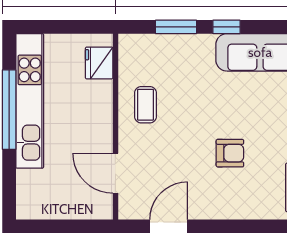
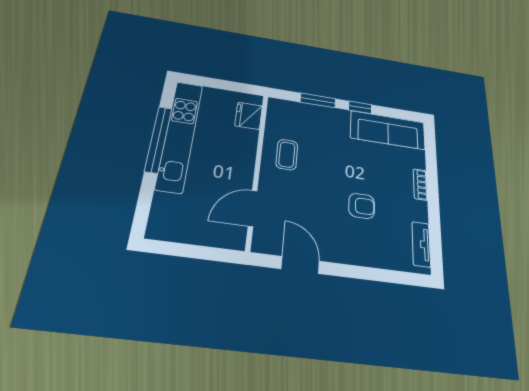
door: (115, 173) -> (253, 208), hinge flipped
door: (169, 226) -> (300, 265), hinge flipped

